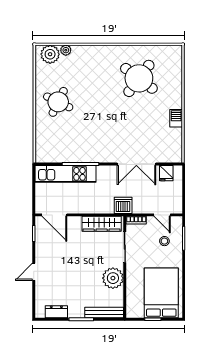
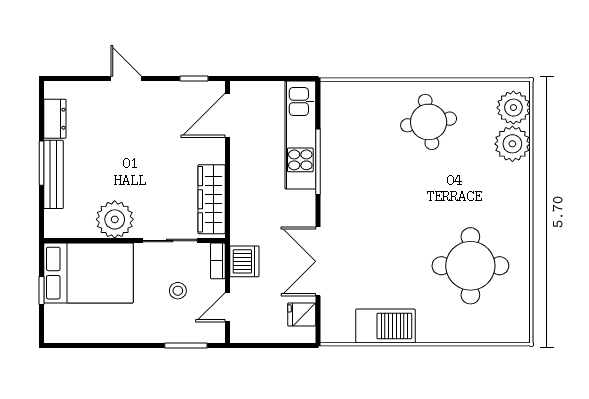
plant: (66, 50) -> (512, 144), width x1.88, depth x1.88
round table: (139, 78) -> (470, 266), turned -37
round table: (58, 102) -> (429, 122), turned -35
barbecue: (176, 118) -> (385, 326), width x1.88, depth x1.53
dishwasher: (123, 205) -> (244, 261), moved
stool: (164, 241) -> (178, 291), moved
bed: (161, 293) -> (88, 273), moved
bench: (104, 313) -> (53, 174), moved

